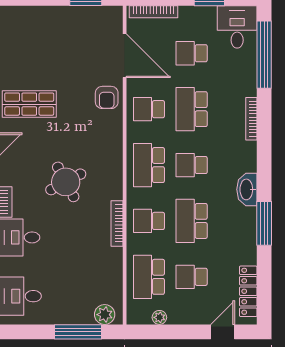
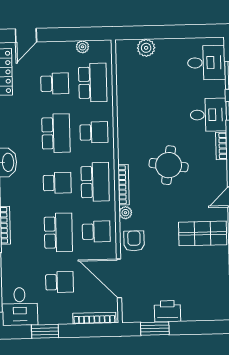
printer: (71, 17) -> (167, 311), added
plant: (116, 130) -> (125, 213), added
round table: (66, 182) -> (169, 165), turned 37
bookcase: (117, 223) -> (124, 185), moved
plant: (105, 315) -> (146, 48), moved
window: (78, 332) -> (154, 32), removed

